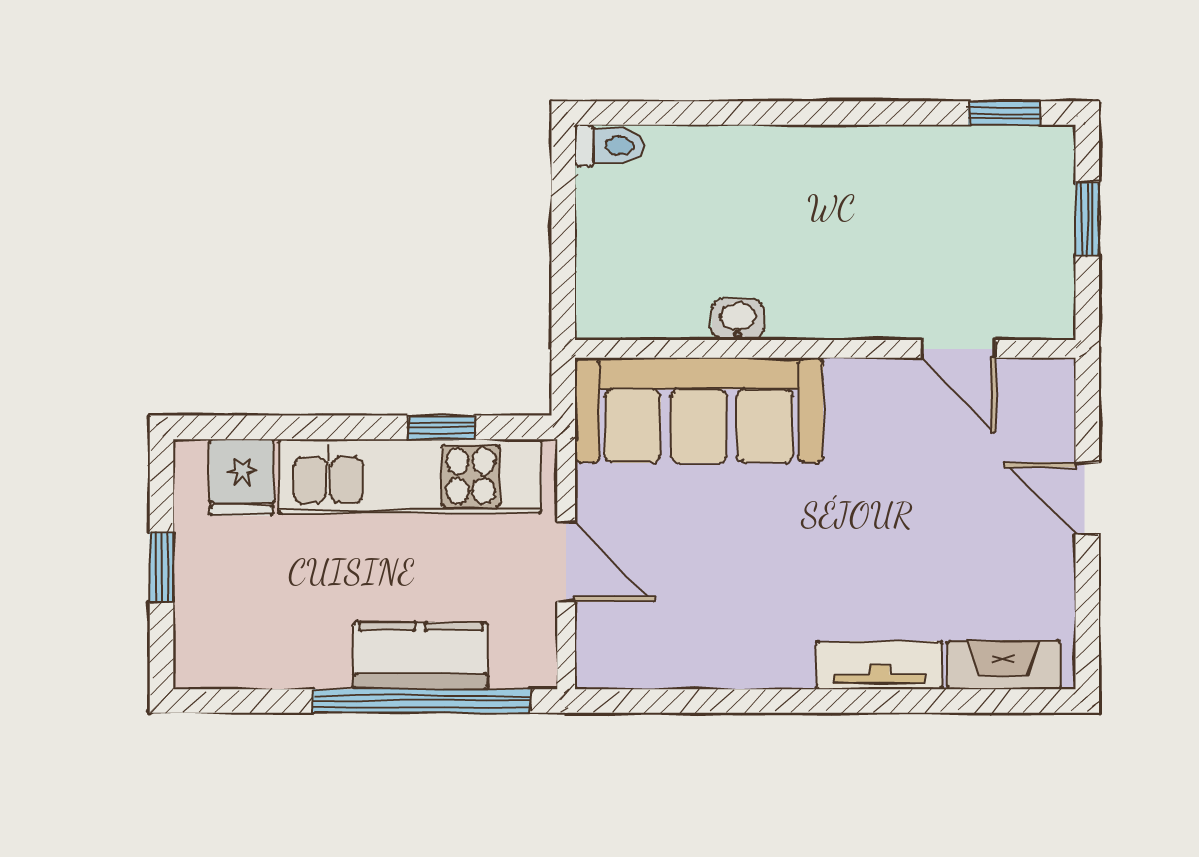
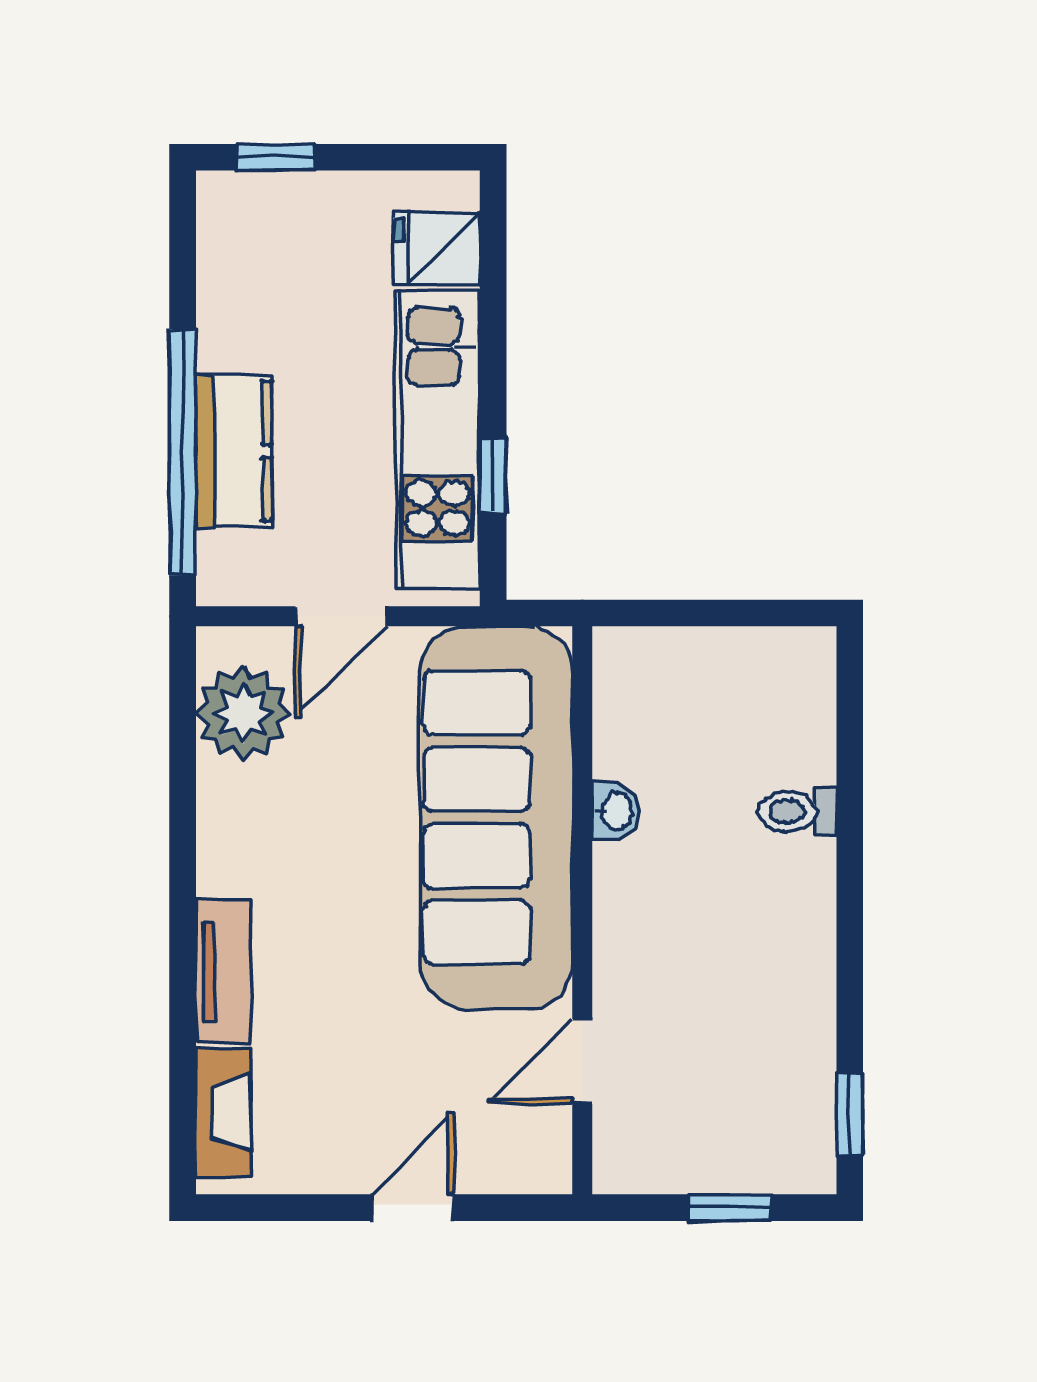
toilet: (609, 146) -> (797, 812), moved, turned 90
sofa: (699, 410) -> (496, 817), width x1.36, depth x1.27
window: (162, 567) -> (276, 157), moved
plant: (651, 647) -> (243, 713), added

